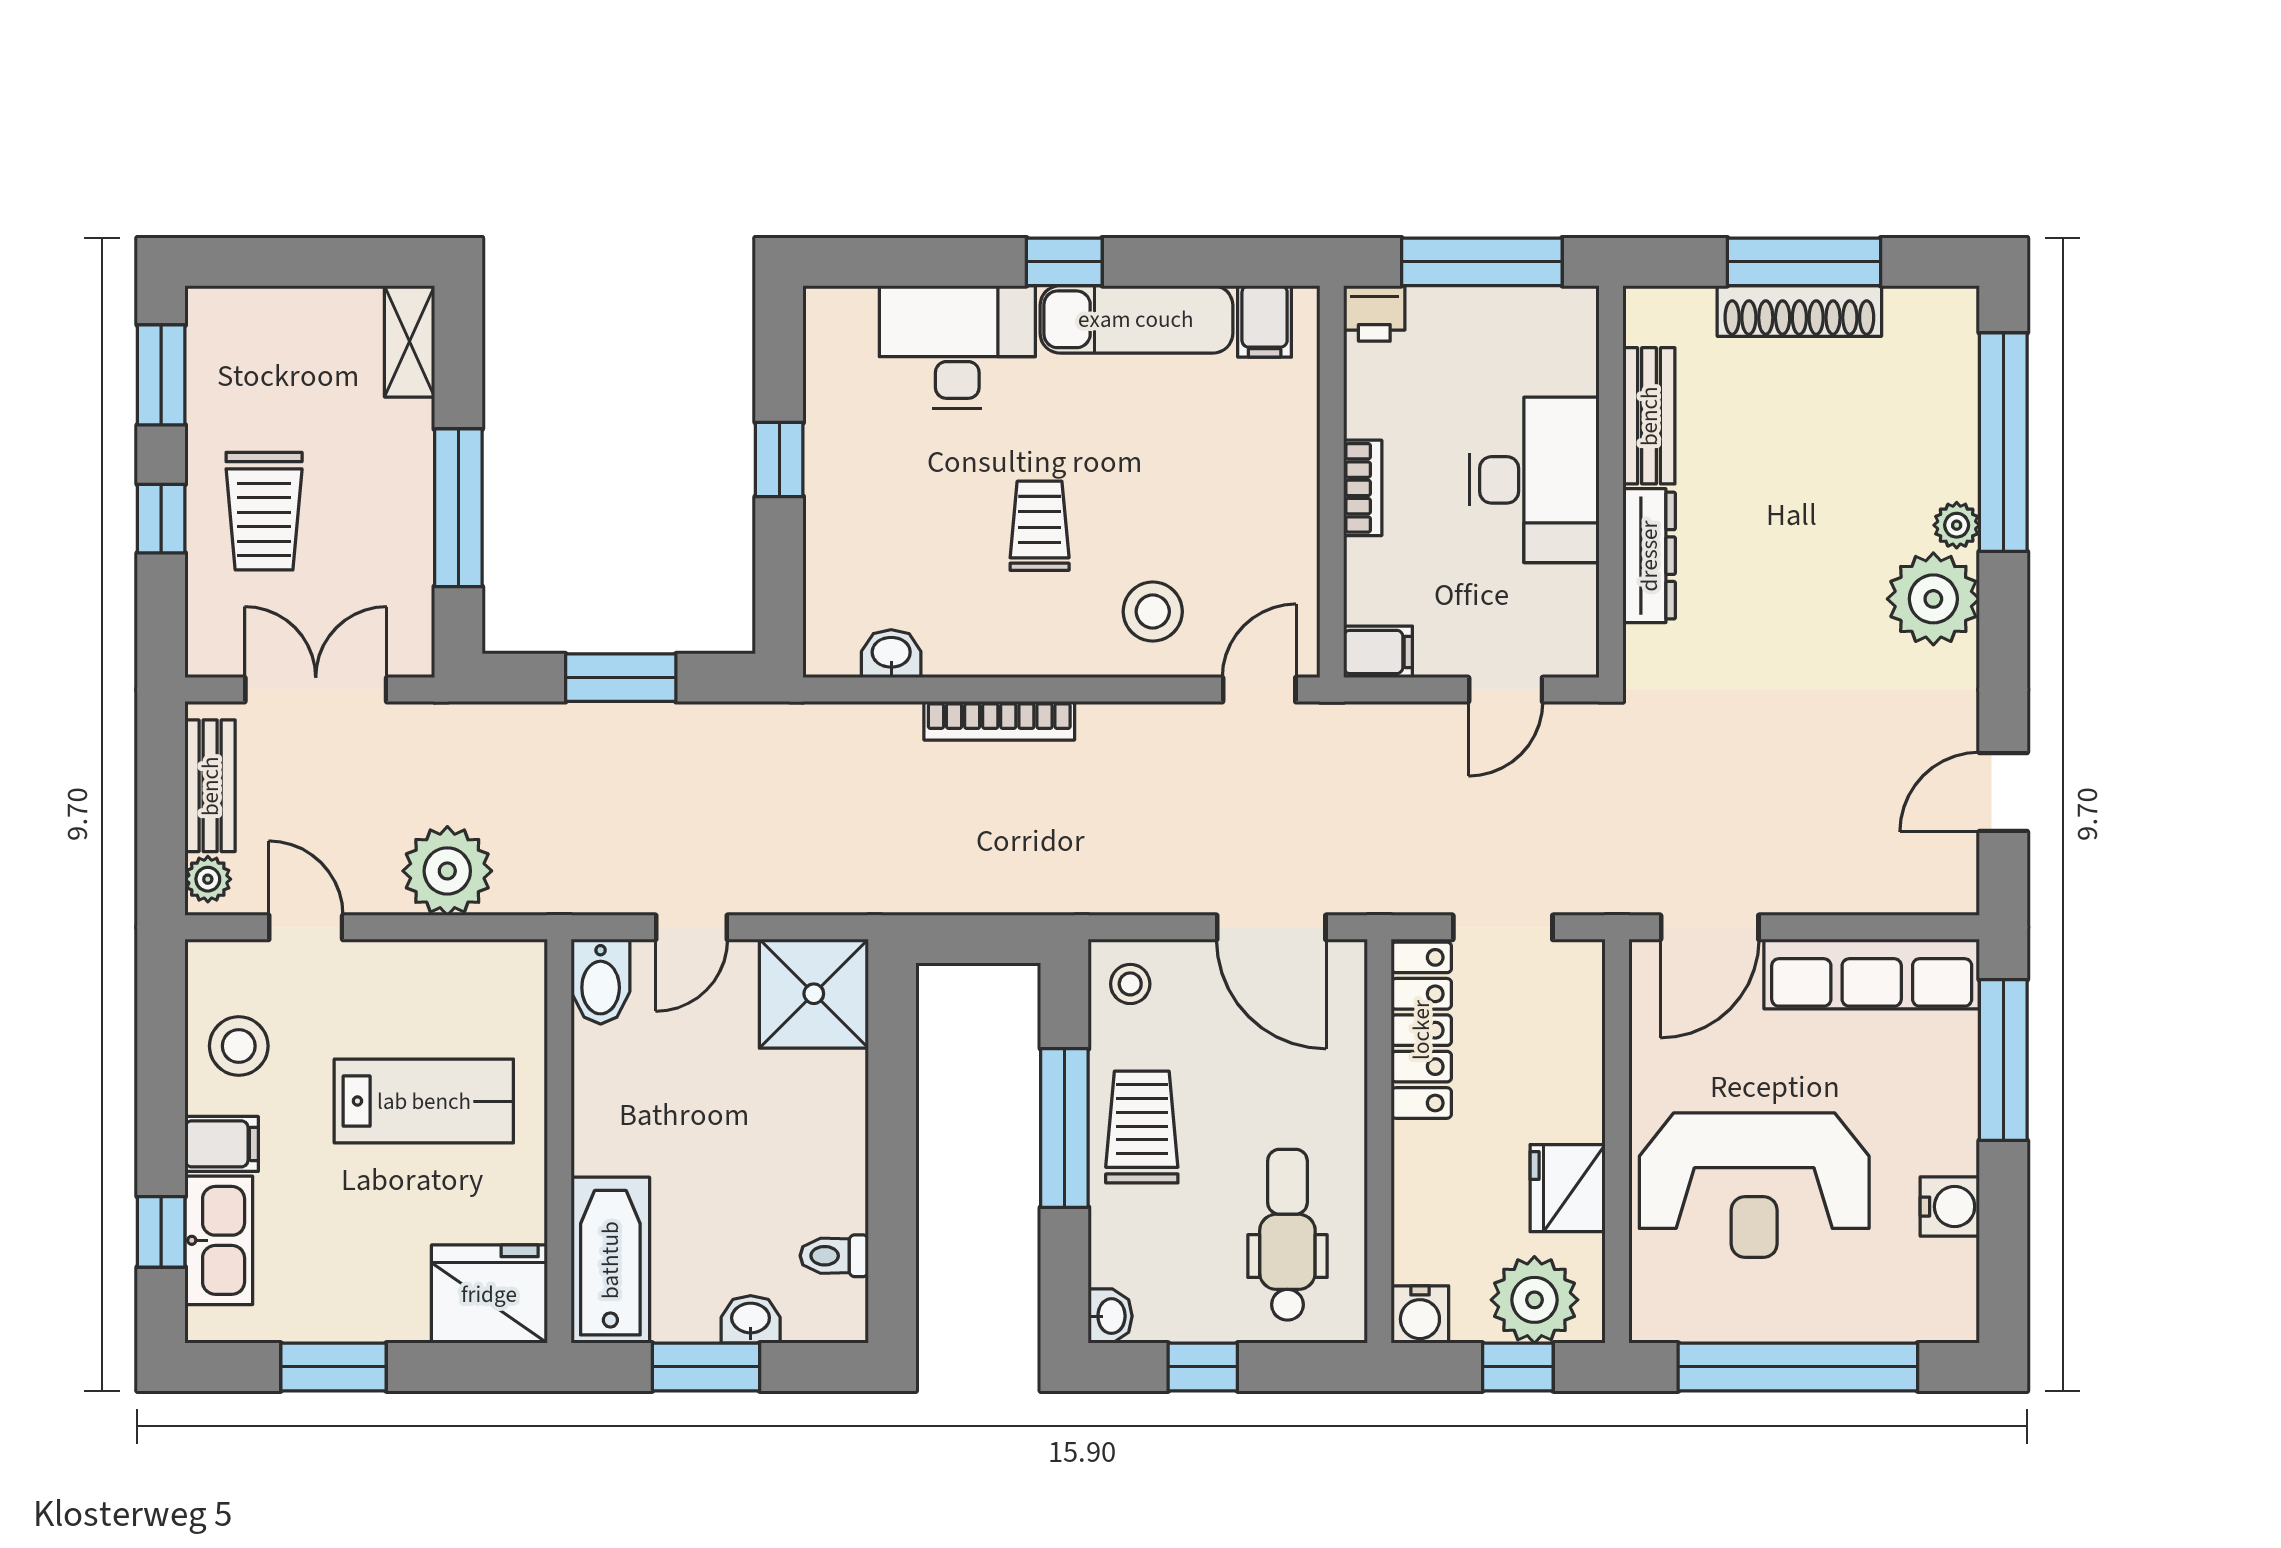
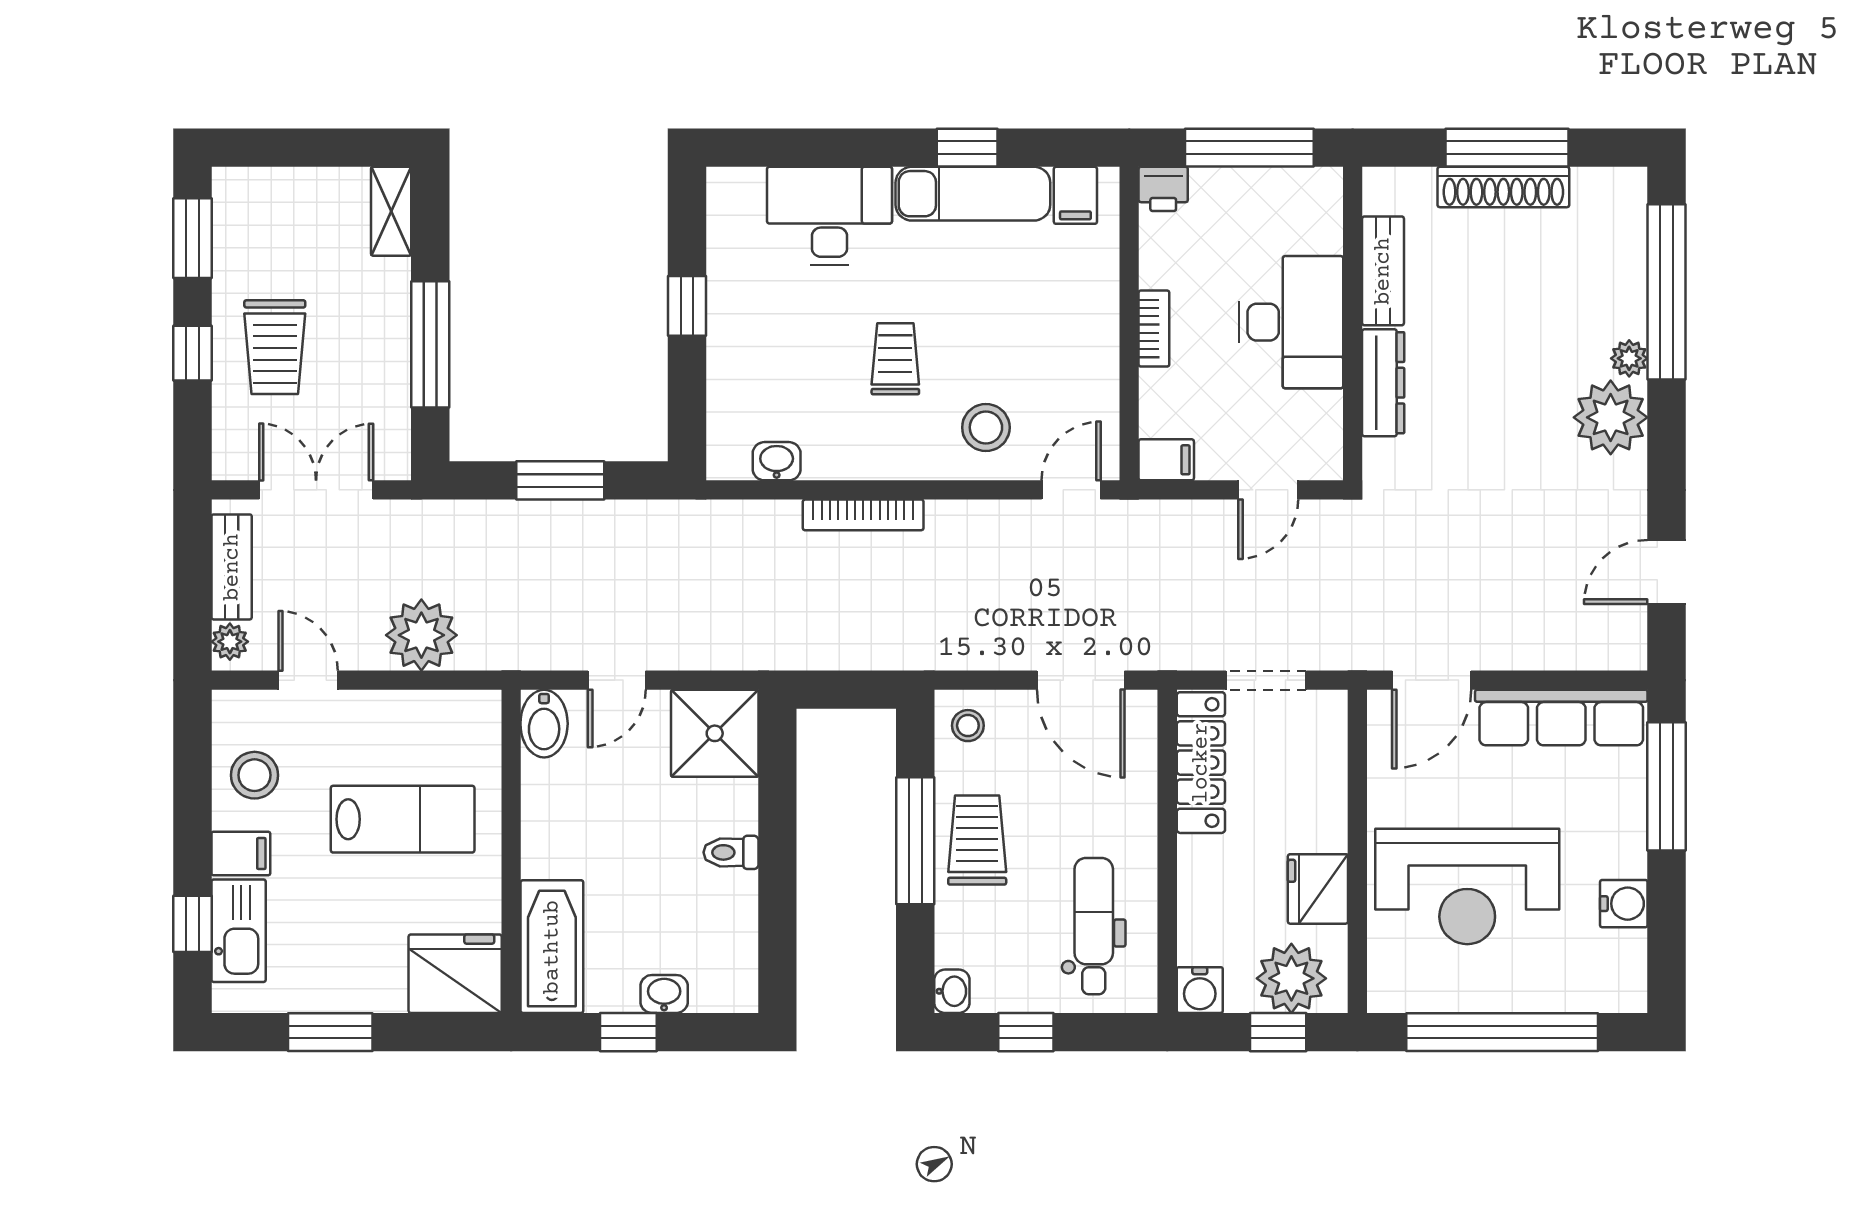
window: (1064, 262) -> (967, 148), moved
toilet: (834, 1256) -> (731, 852), moved
window: (706, 1367) -> (628, 1032), width x0.67

